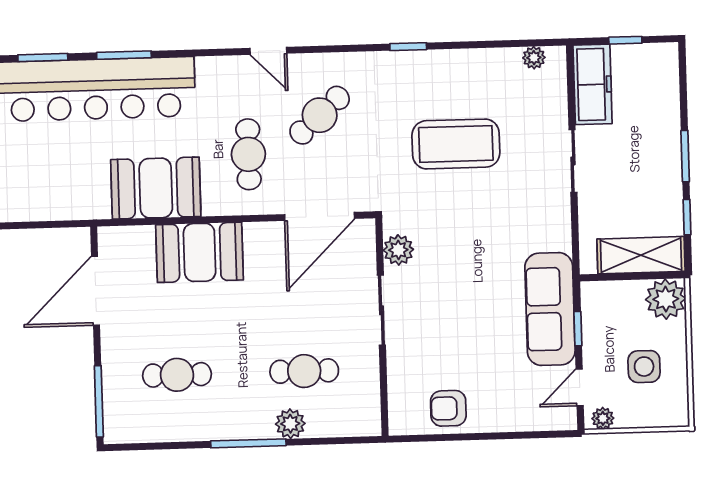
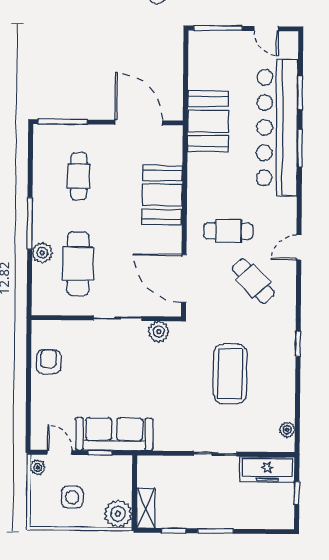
booth: (156, 188) -> (208, 121), moved
shelving: (641, 255) -> (146, 508), width x0.67, depth x0.75
cafe table: (304, 371) -> (78, 264), width x1.37, depth x1.35

